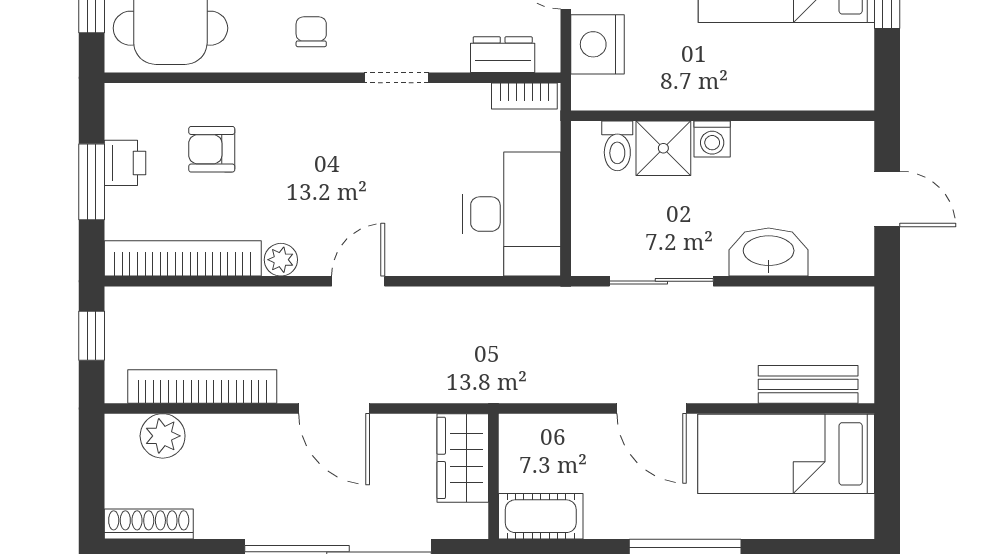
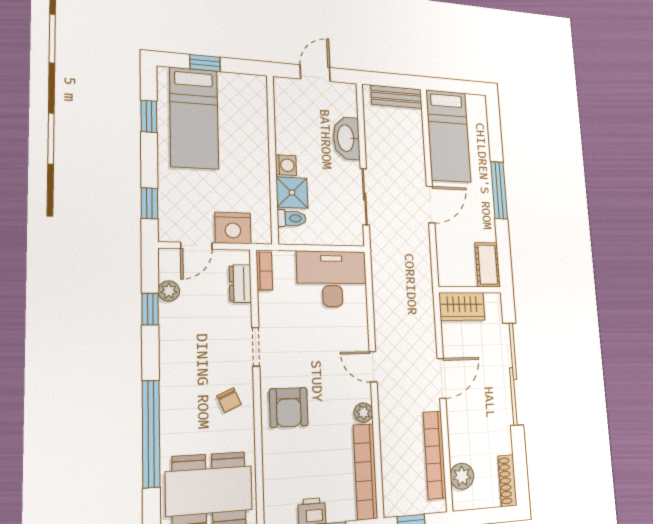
chair: (311, 32) -> (229, 400), turned -114
armchair: (212, 149) -> (289, 407), moved, width x1.38, depth x1.38
bench: (808, 384) -> (397, 97), moved, turned 90

